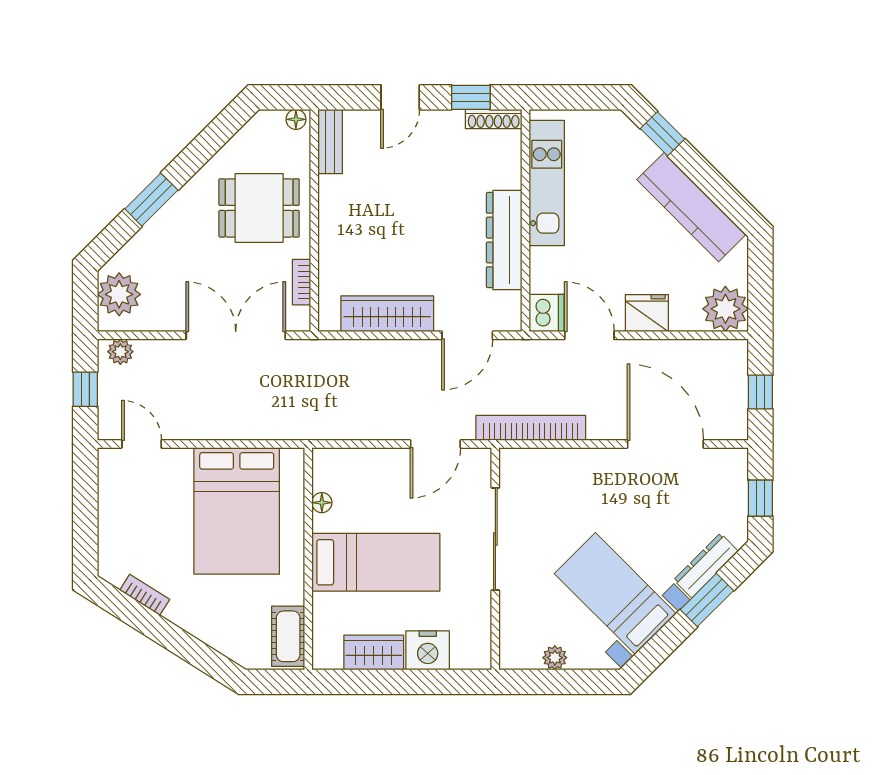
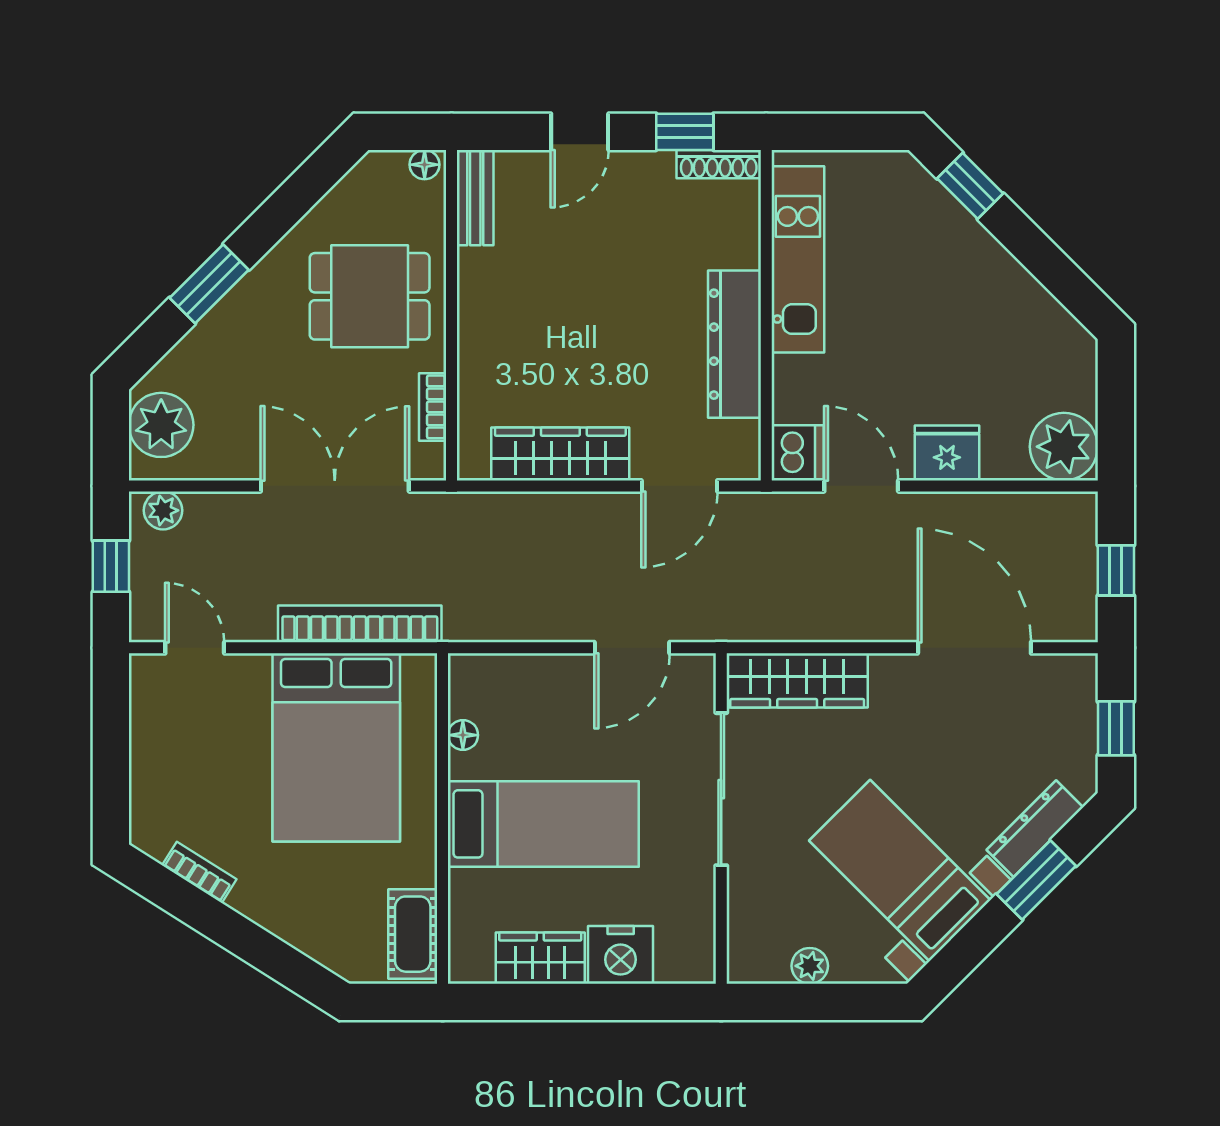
kitchen counter: (691, 207) -> (1013, 295), removed
bookcase: (531, 428) -> (360, 624), moved
wardrobe: (546, 466) -> (797, 680), added

